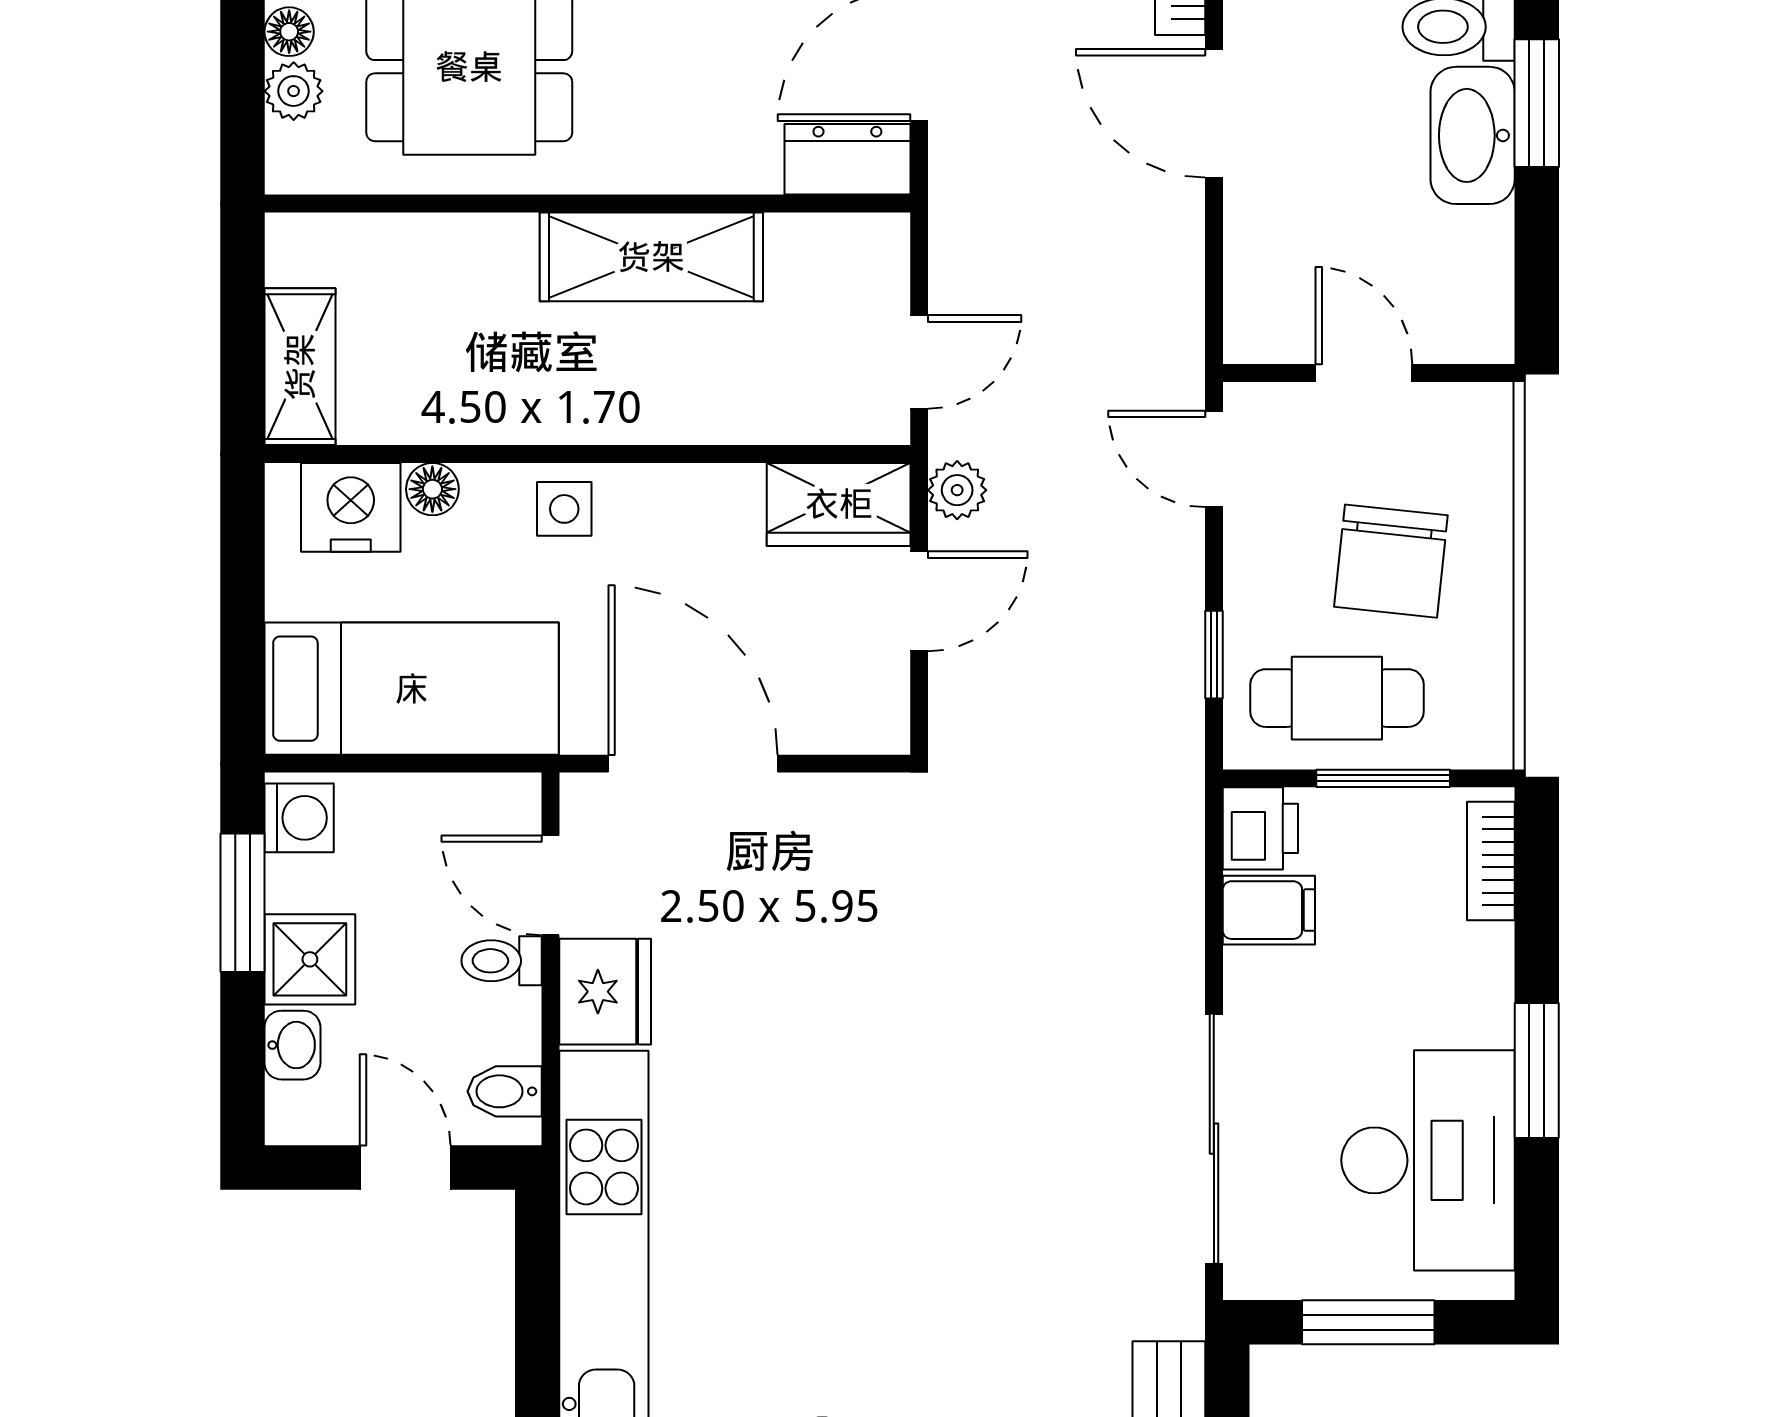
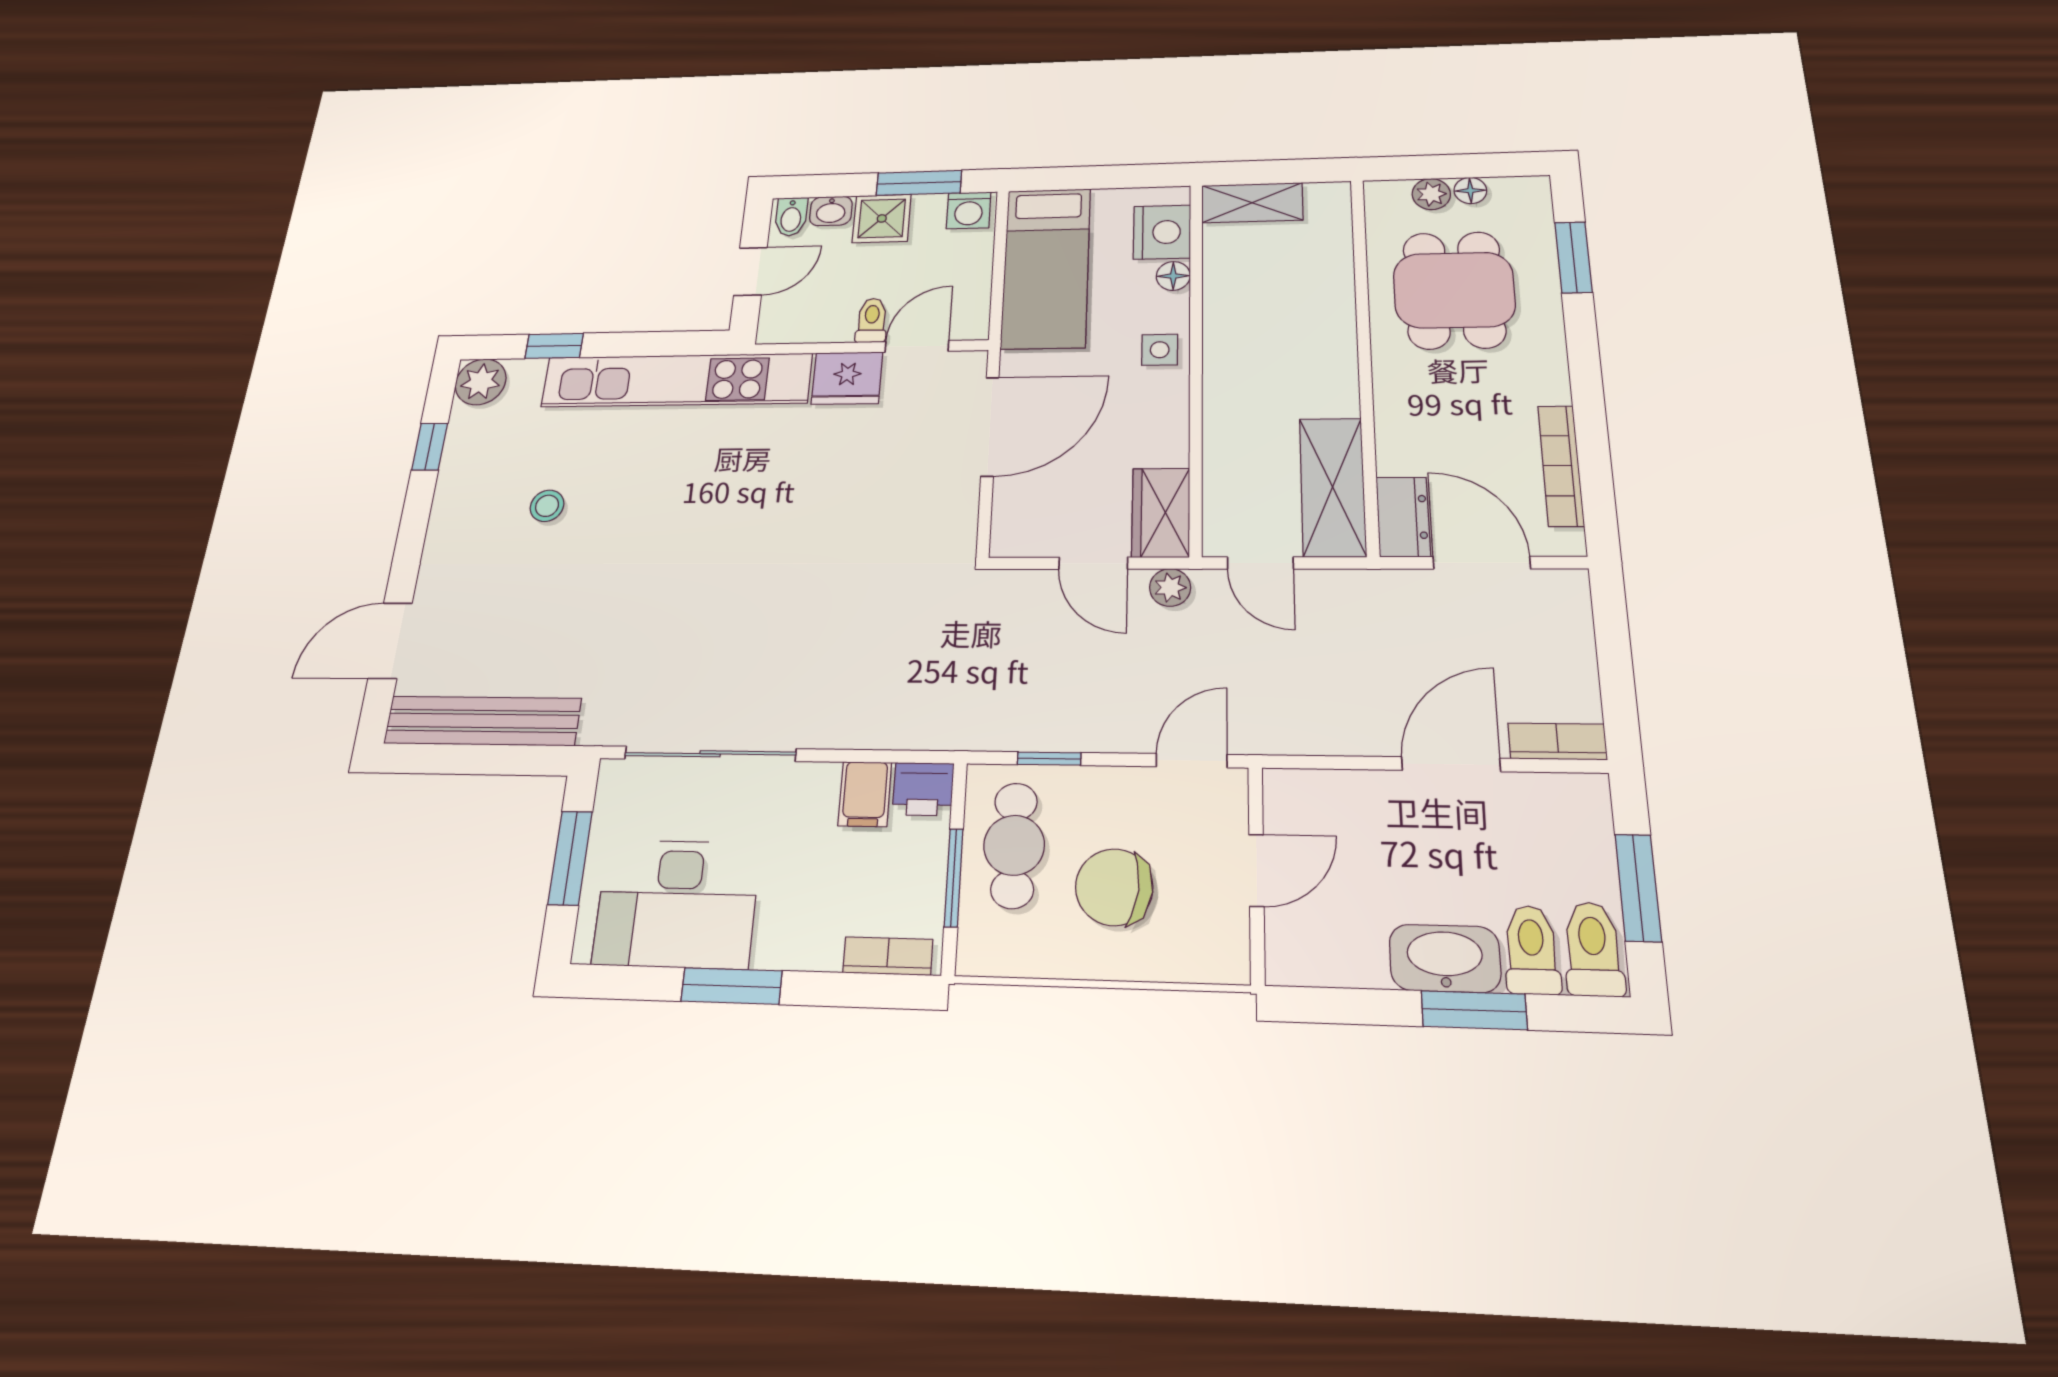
shelving: (651, 257) -> (1333, 487), moved
bidet: (505, 1091) -> (791, 217), moved, turned 180

